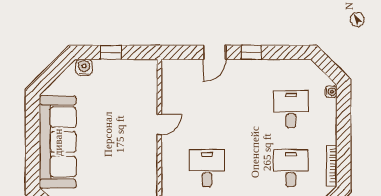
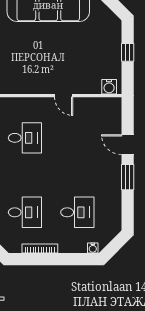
window: (251, 52) -> (128, 177), width x1.50
water cooler: (84, 67) -> (109, 87), moved, turned 90
bookcase: (332, 165) -> (40, 249), moved

